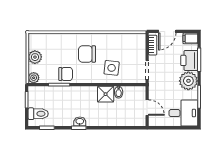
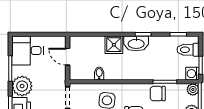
washing machine: (34, 92) -> (192, 74), added
shower: (106, 94) -> (114, 45), moved
washbasin: (80, 122) -> (136, 43), width x1.91, depth x1.45

